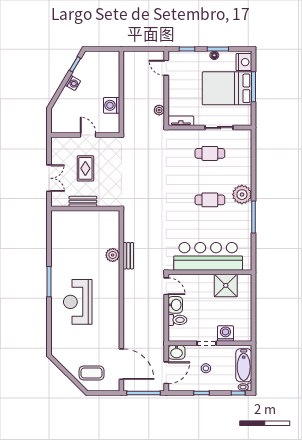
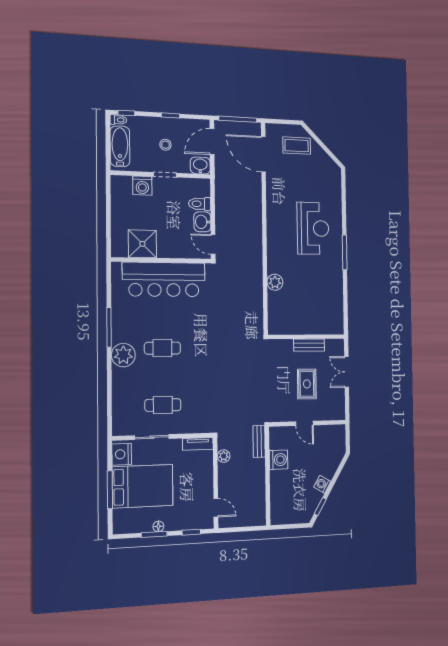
nightstand: (244, 62) -> (122, 454), moved
bench: (128, 256) -> (259, 441), moved

